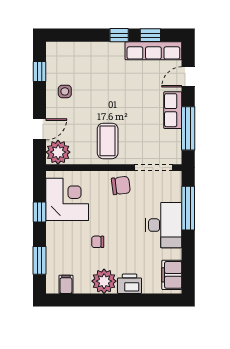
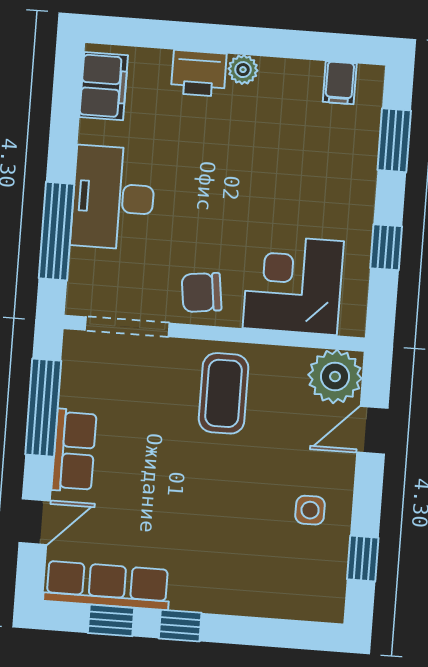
corner desk: (67, 199) -> (293, 285), moved, turned 90
chair: (98, 242) -> (262, 171), removed
plant: (104, 281) -> (243, 70), width x0.53, depth x0.53

